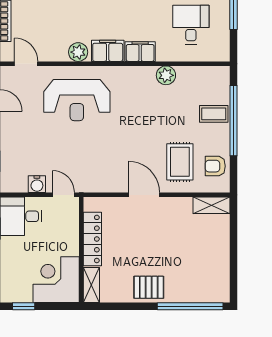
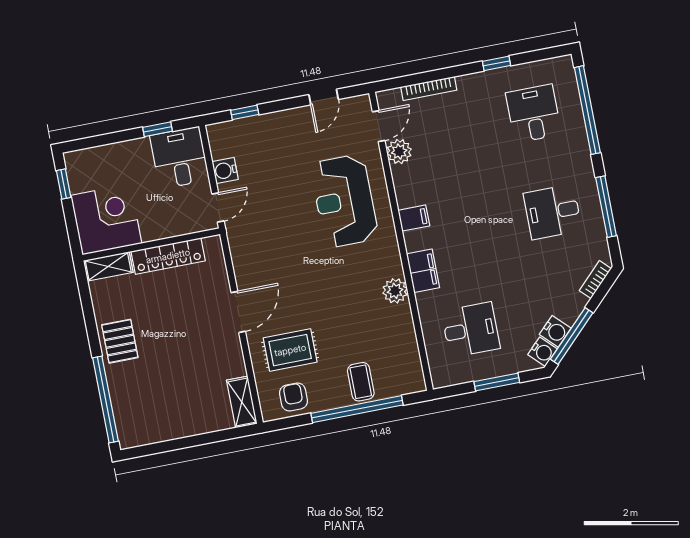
filing cabinet: (108, 51) -> (414, 218), width x0.50
plant: (78, 52) -> (399, 152), moved
plant: (166, 75) -> (395, 291), moved

